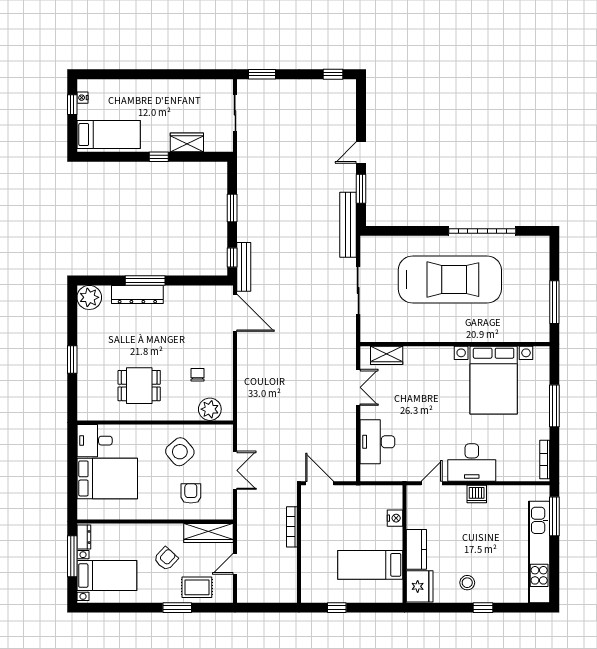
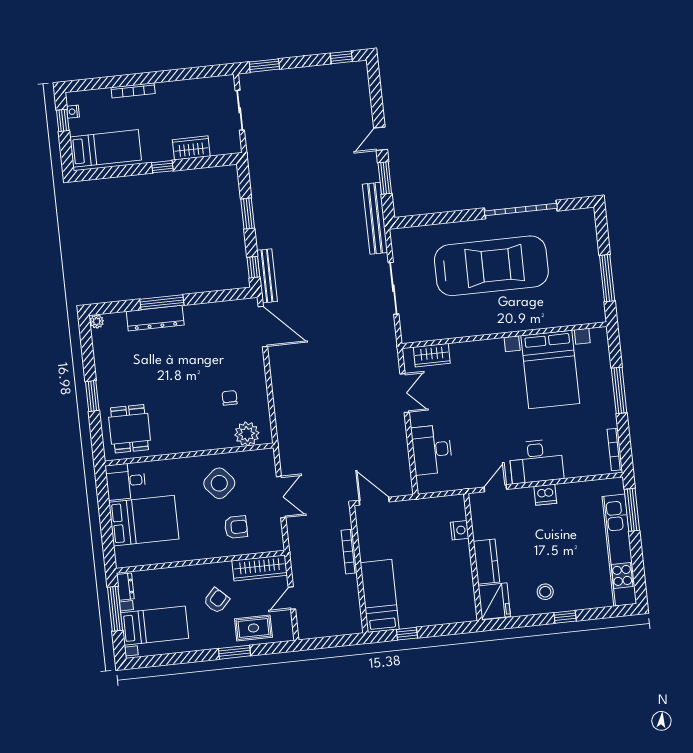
bookcase: (139, 84) -> (133, 90), added
plant: (89, 297) -> (97, 321), width x0.53, depth x0.53
dining table: (139, 386) -> (130, 429), moved, turned 90
armchair: (191, 493) -> (236, 527), turned 90
bed: (370, 565) -> (380, 596), moved, turned 90

